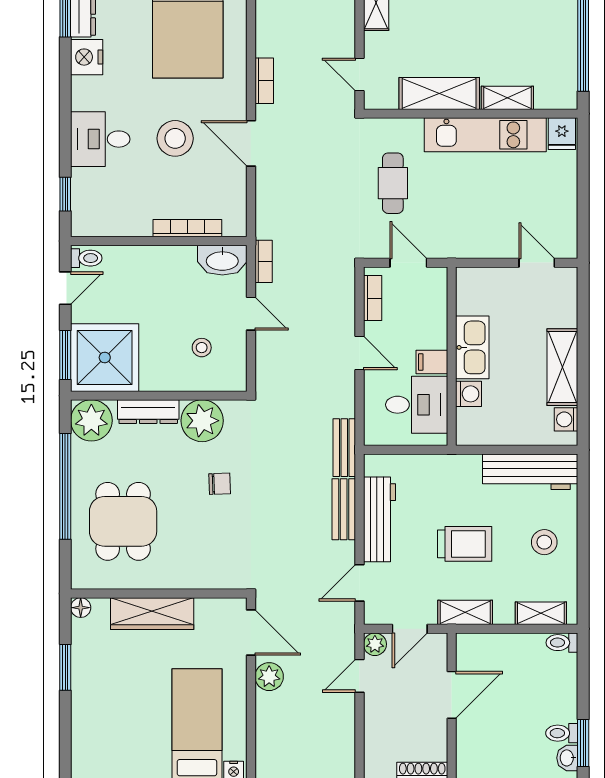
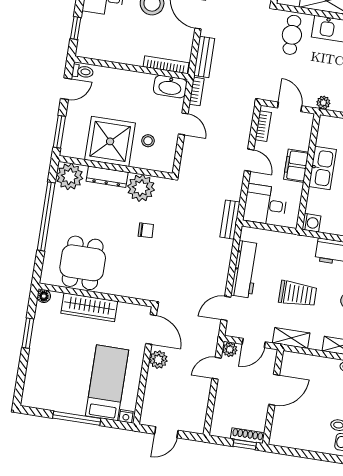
cafe table: (393, 183) -> (292, 35), moved
bookcase: (187, 228) -> (166, 65), moved
plant: (458, 248) -> (323, 103), added
shower: (105, 358) -> (110, 141), moved
filing cabinet: (432, 362) -> (296, 166), width x2.00
washing machine: (468, 394) -> (311, 223), moved
desk: (417, 405) -> (265, 205), moved, turned 180
bench: (344, 509) -> (204, 57), moved
dining table: (123, 521) -> (83, 263), moved

